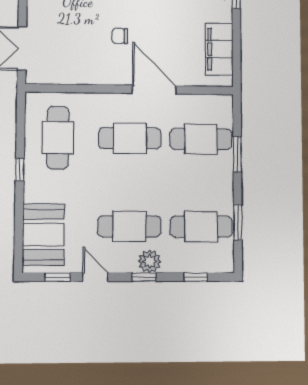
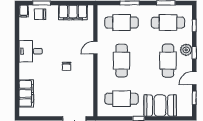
door: (154, 90) -> (95, 48), width x0.53
cafe table: (201, 139) -> (122, 23), turned 90
cafe table: (201, 227) -> (168, 23), turned 90
booth: (43, 235) -> (160, 106), moved

